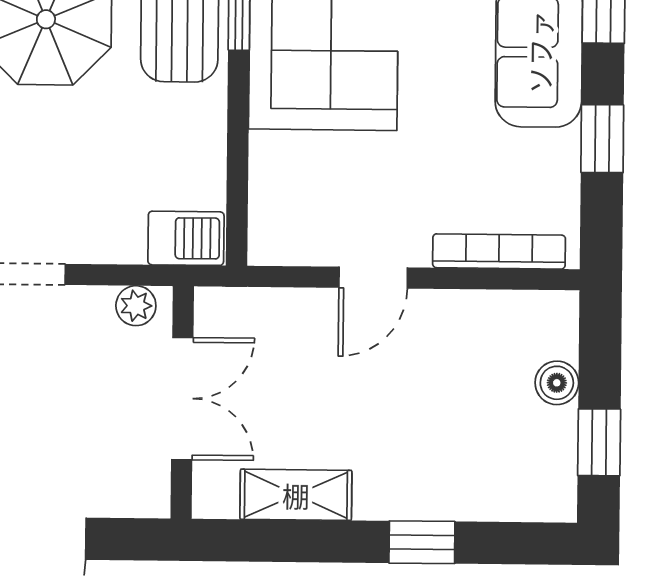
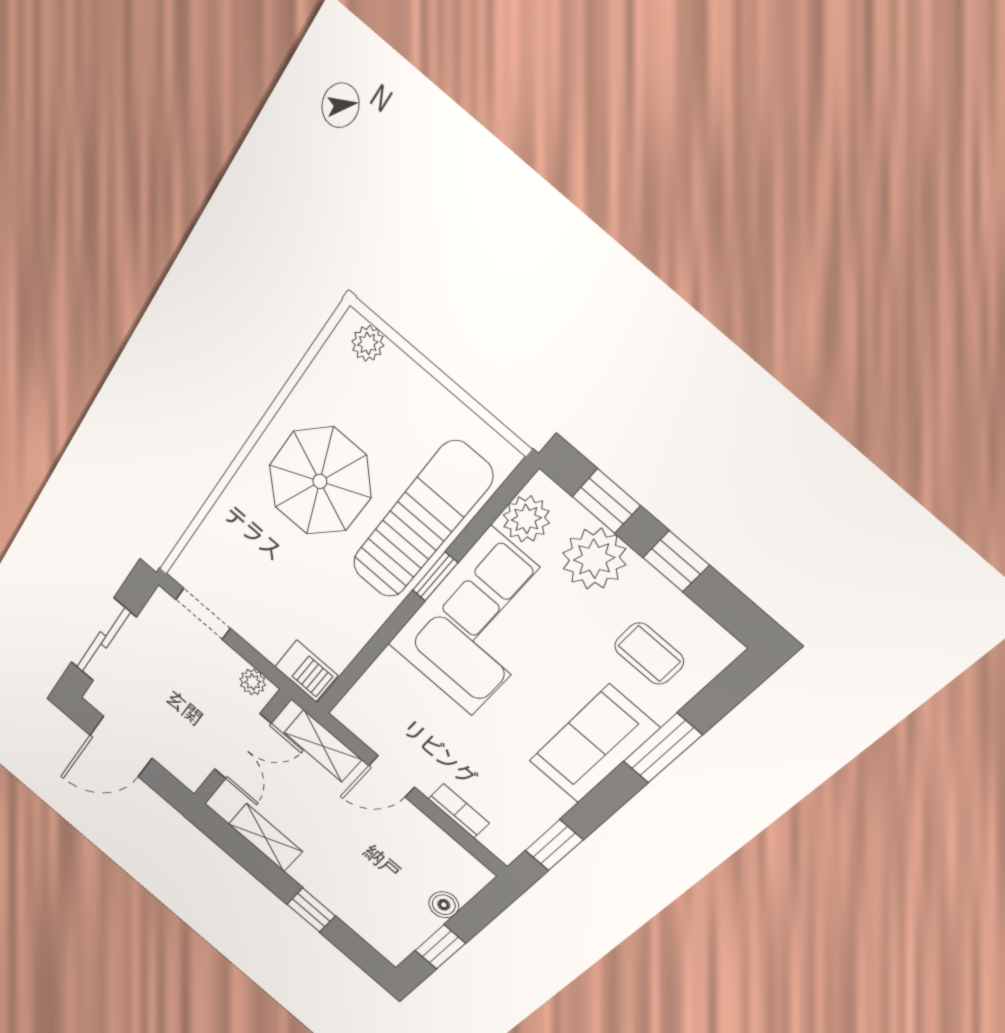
window: (602, 139) -> (554, 845), moved
bookcase: (499, 251) -> (459, 811), width x0.64
shelving: (272, 312) -> (323, 746), added

